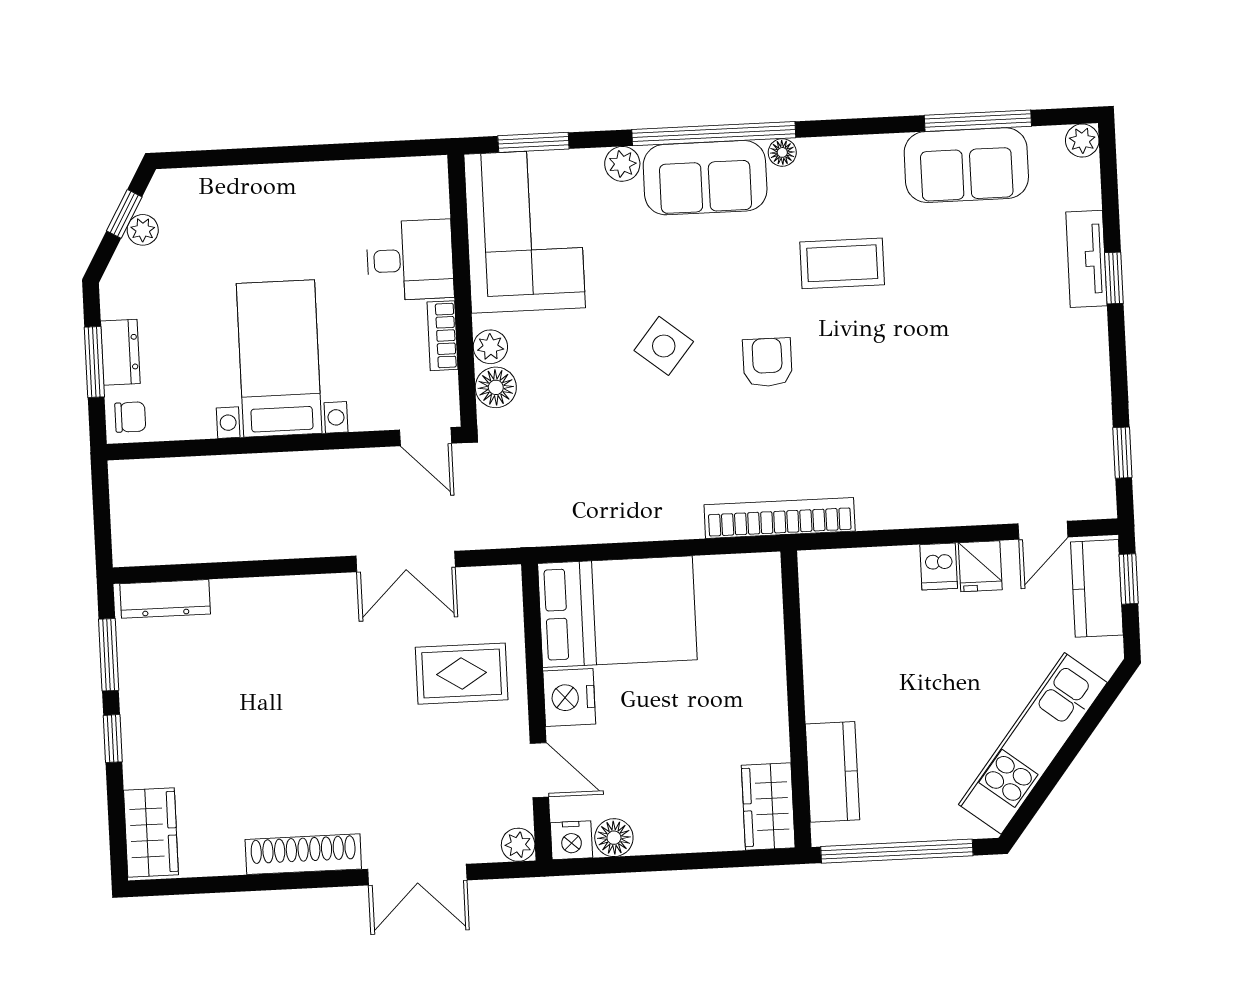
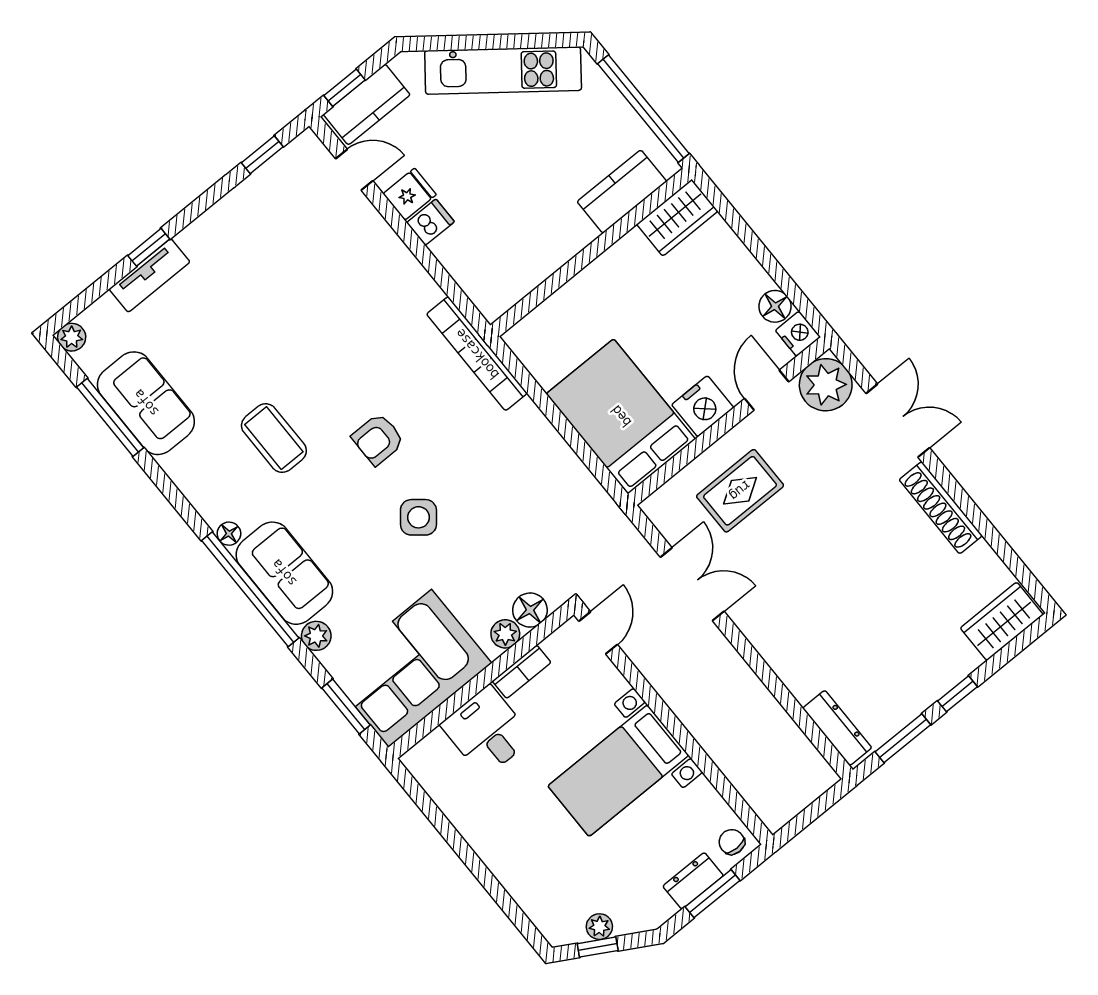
rug: (462, 674) -> (740, 491), turned 90
plant: (518, 845) -> (826, 385), width x1.87, depth x1.87

